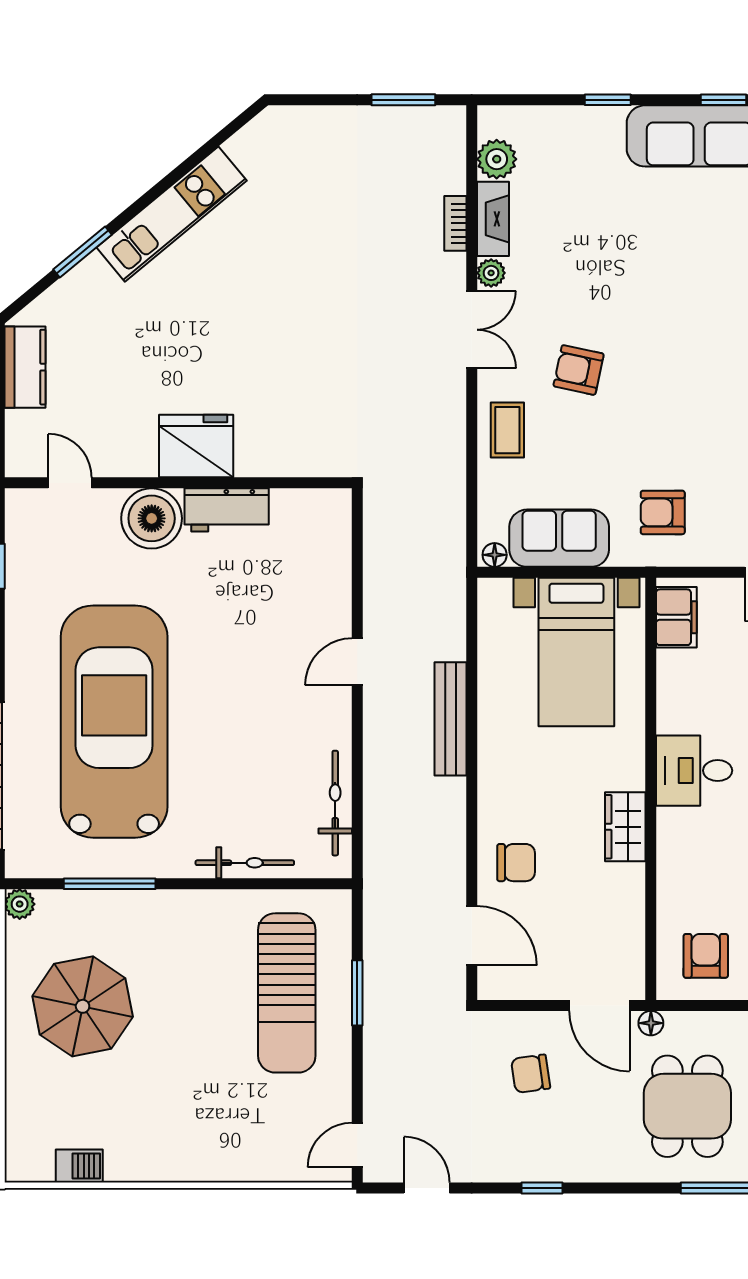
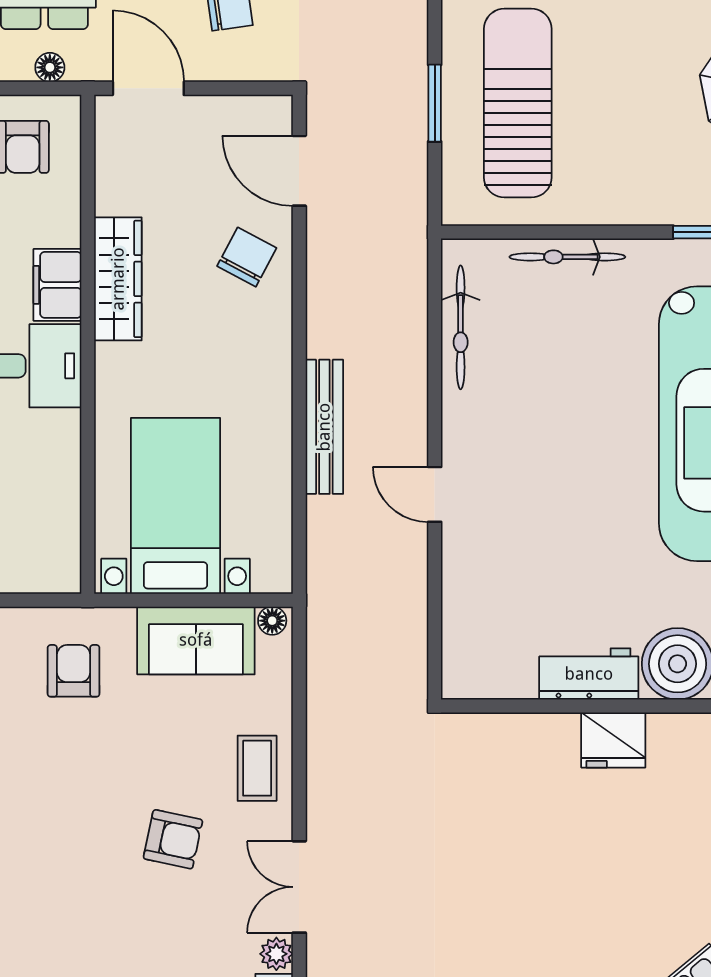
fridge: (196, 446) -> (613, 740), width x0.73, depth x0.75
armchair: (663, 512) -> (74, 671), turned -90
filing cabinet: (676, 617) -> (57, 285), moved
door: (357, 662) -> (435, 494), swing flipped
wardrobe: (625, 827) -> (118, 279), width x1.50
chair: (516, 863) -> (247, 257), turned 118
floor lamp: (651, 1023) -> (50, 67), moved

